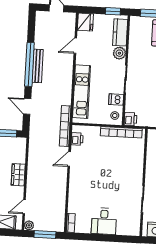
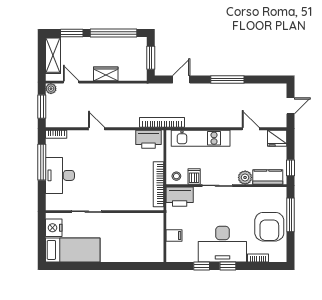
window: (29, 64) -> (227, 80), width x0.68
bench: (38, 66) -> (226, 89), removed
printer: (131, 119) -> (180, 197), width x1.87, depth x1.48
printer: (77, 139) -> (149, 139), width x1.87, depth x1.48
door: (69, 159) -> (96, 129), moved
desk: (104, 221) -> (60, 175), width x1.37
window: (95, 237) -> (42, 162), added

